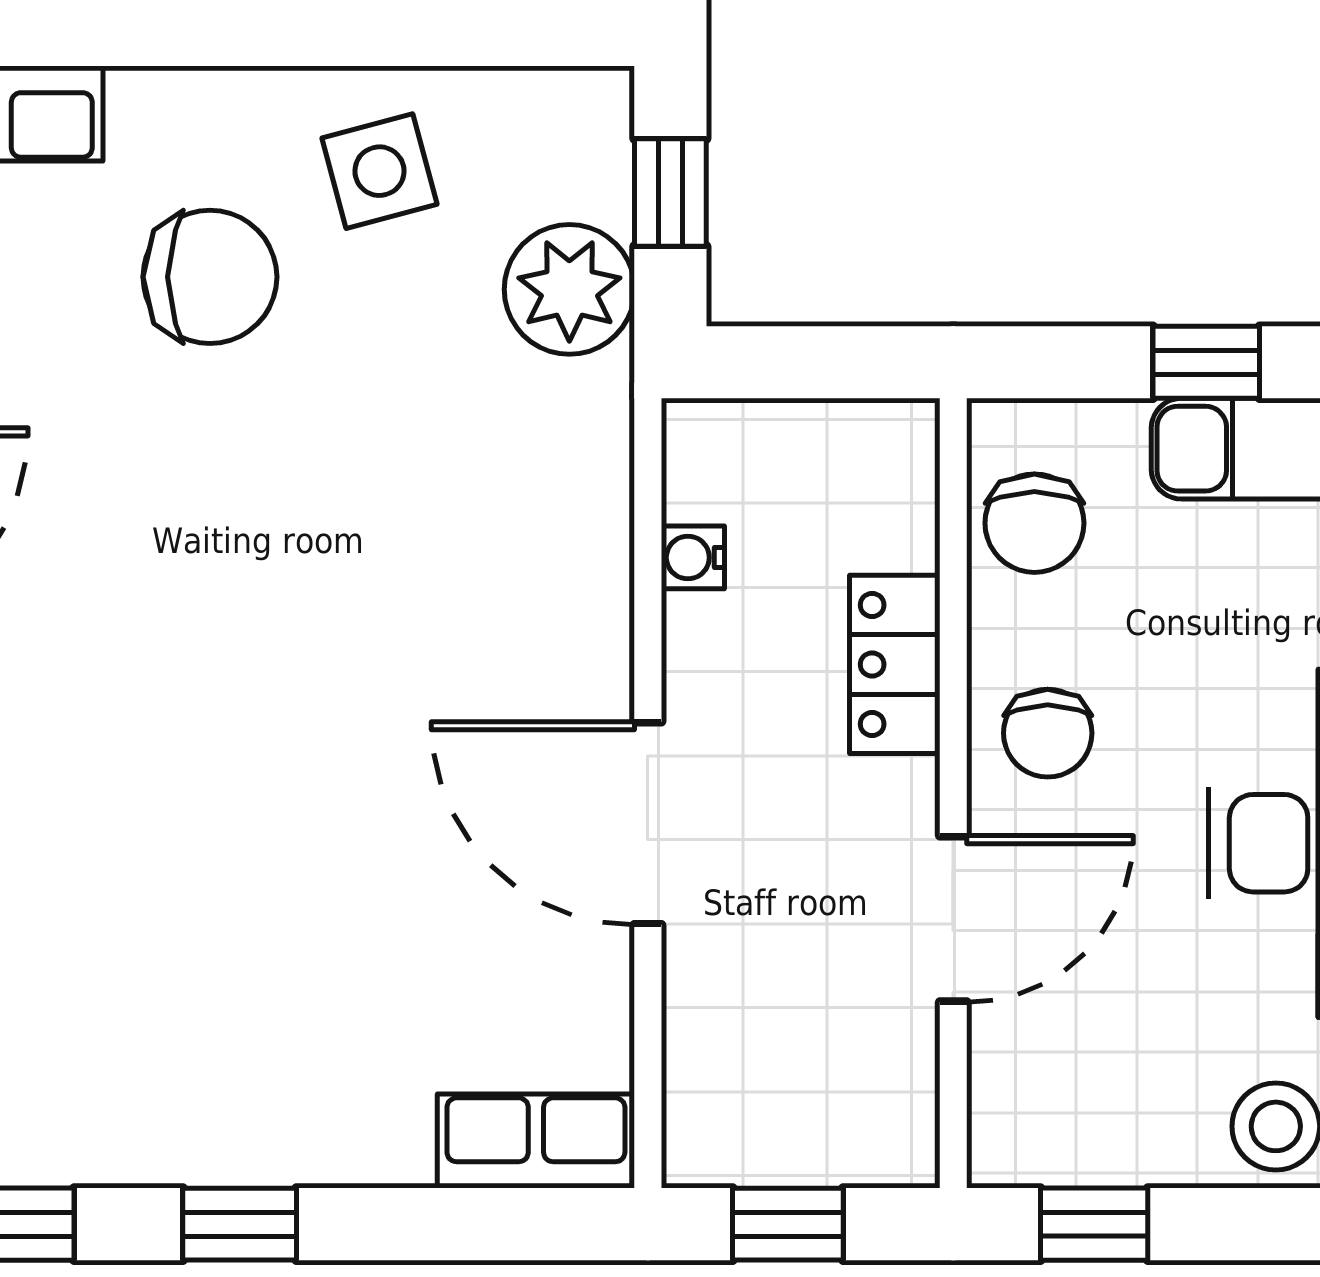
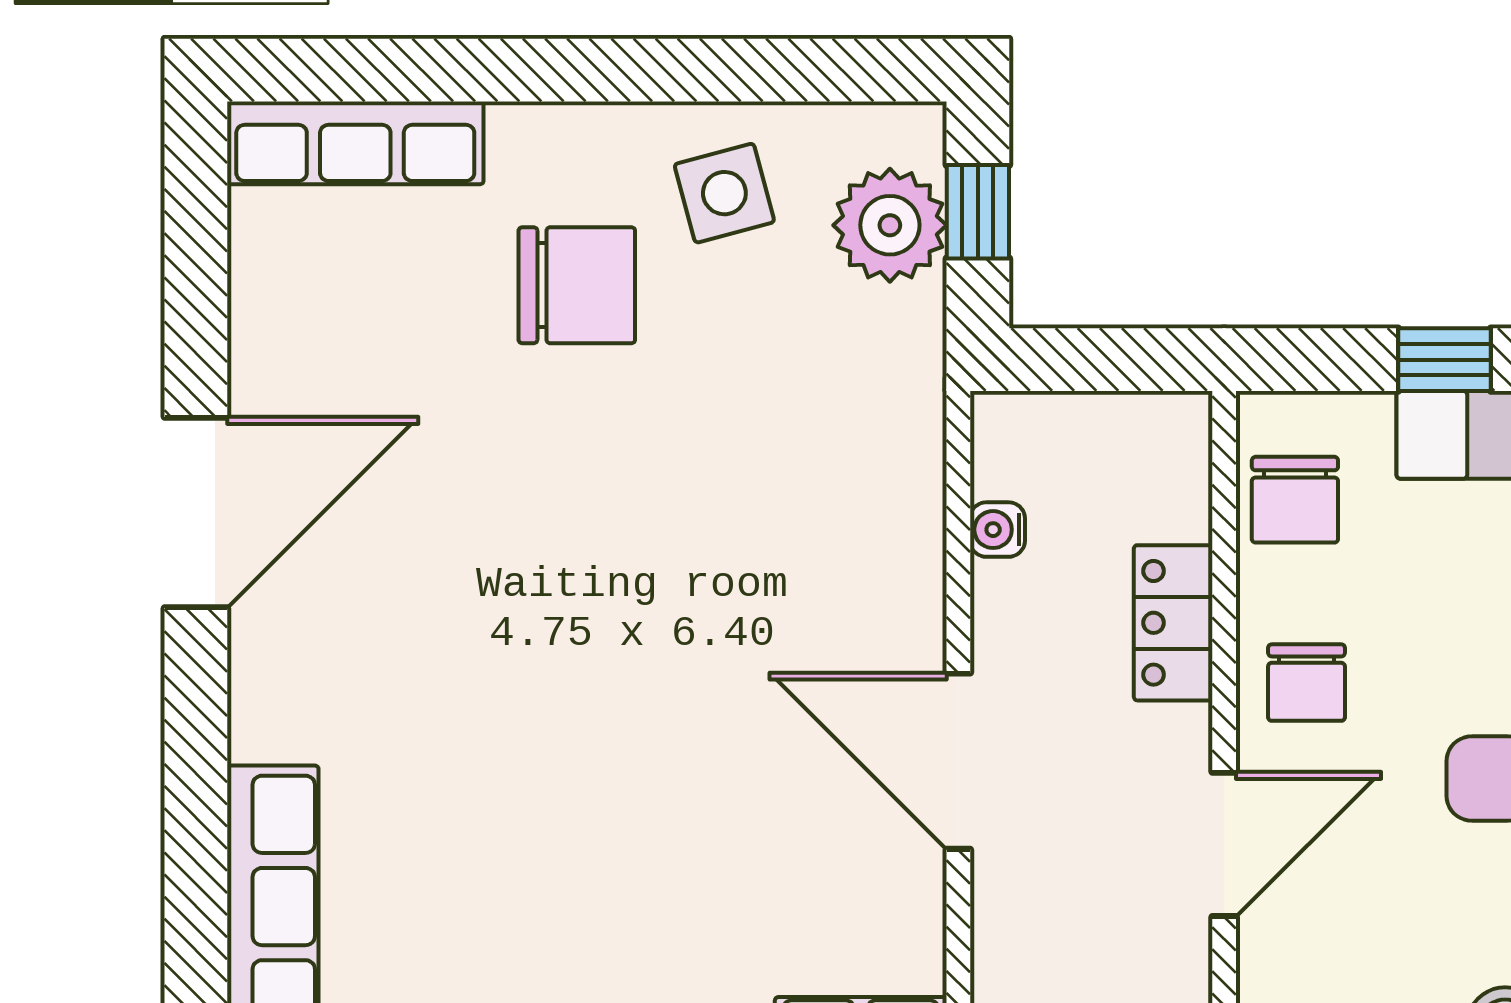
plant: (569, 289) -> (890, 225), moved

